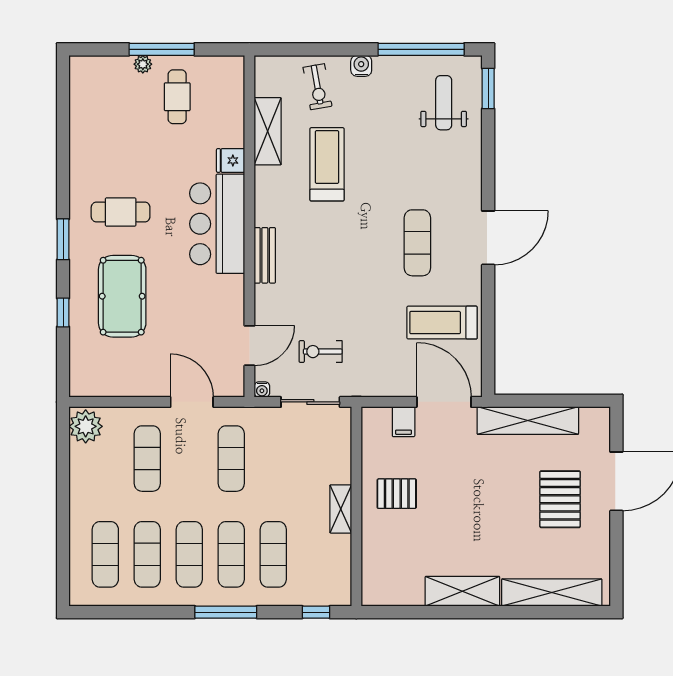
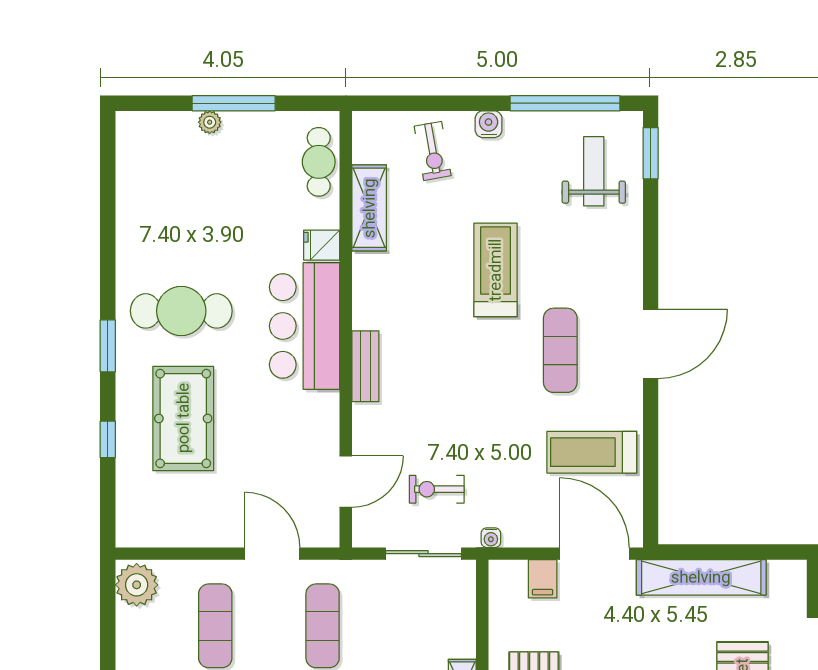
cafe table: (177, 97) -> (319, 162), moved
treadmill: (327, 164) -> (495, 270), moved
cafe table: (121, 212) -> (181, 311), width x1.37, depth x1.35
water cooler: (262, 390) -> (491, 538), moved

